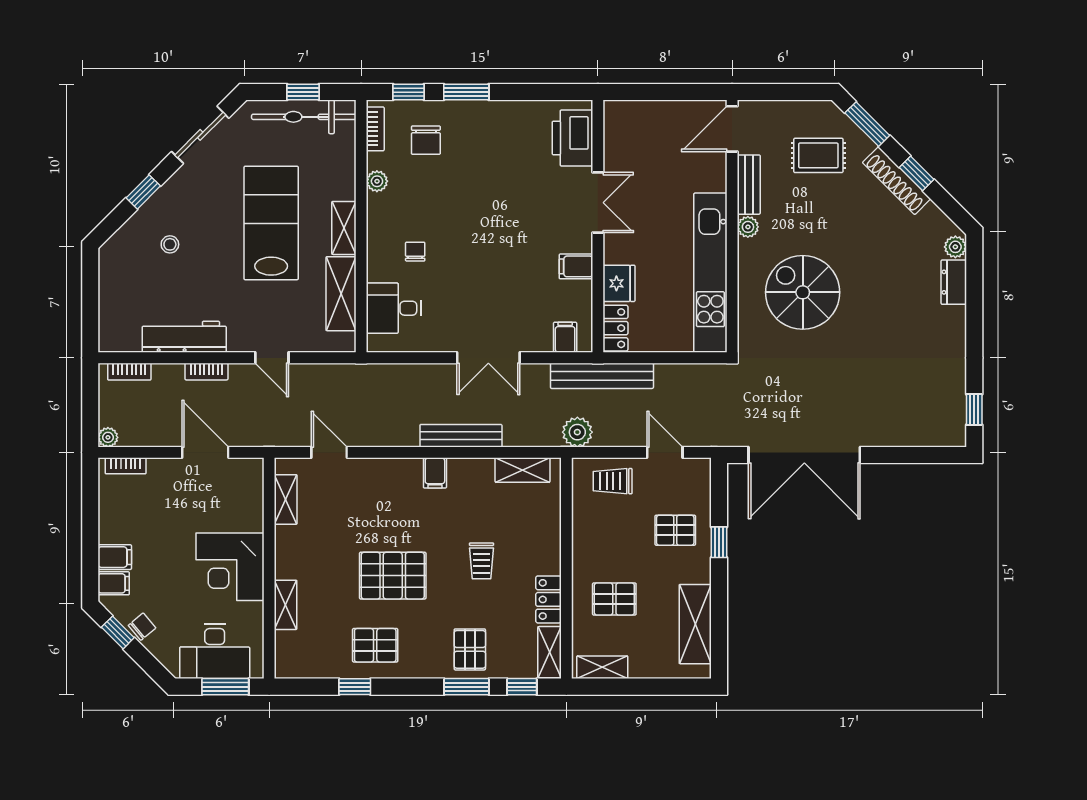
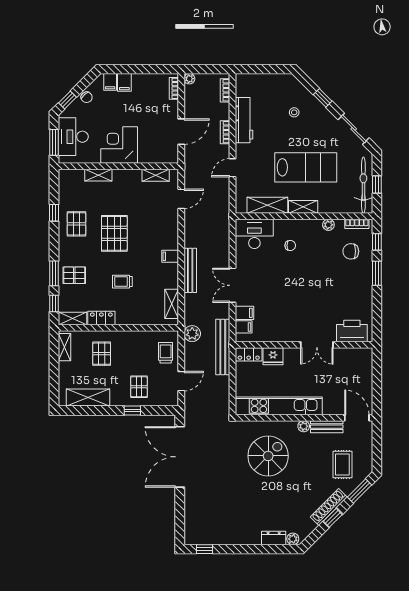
filing cabinet: (576, 266) -> (245, 313), moved, turned 90
desk: (394, 308) -> (254, 234), width x1.37
window: (118, 632) -> (68, 100), moved

